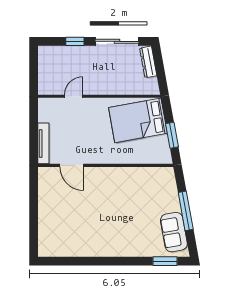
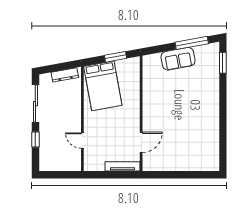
dresser: (148, 62) -> (65, 75), moved
window: (186, 211) -> (192, 43), moved
sofa: (174, 232) -> (178, 59), moved

